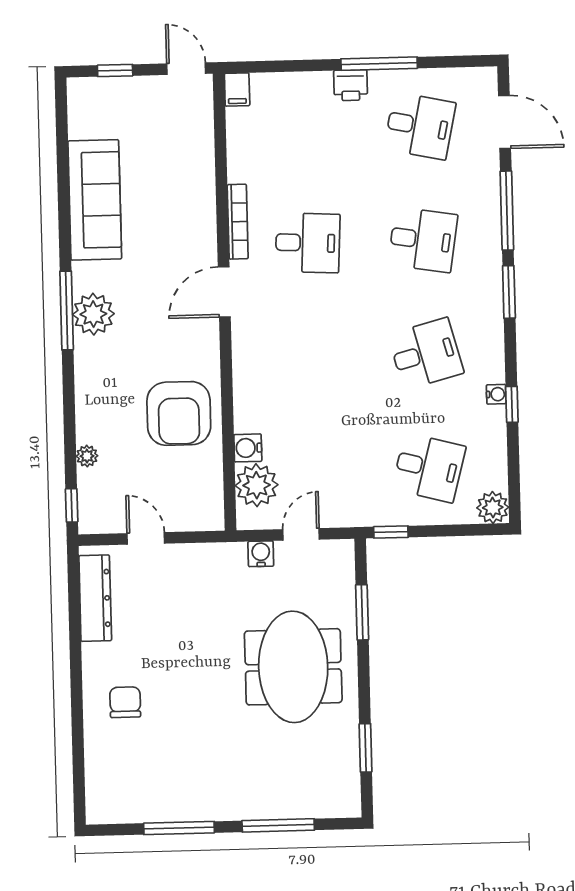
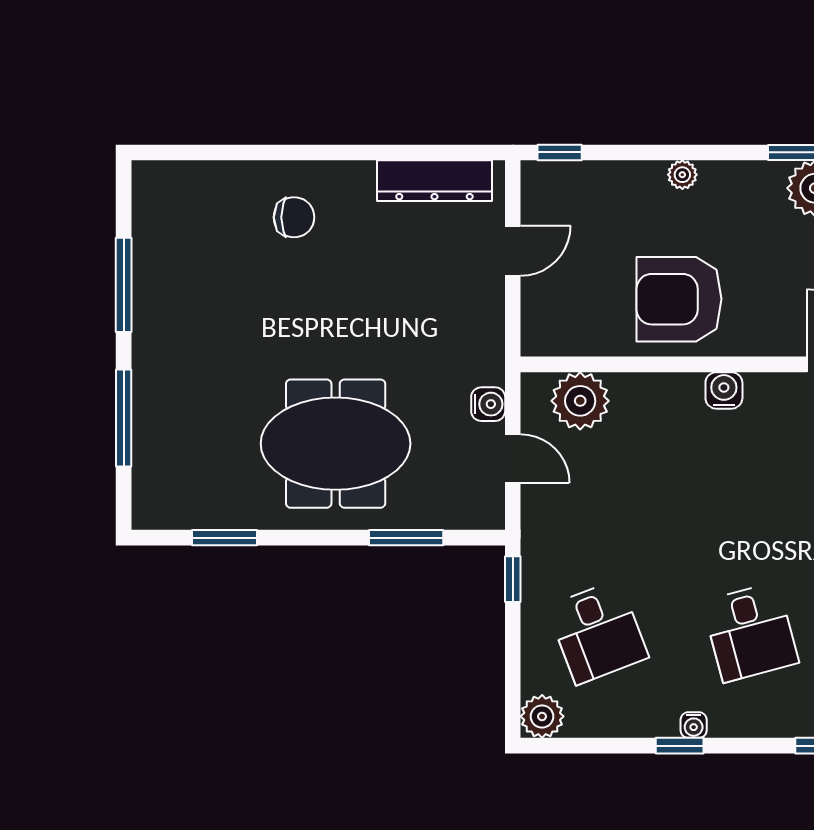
water cooler: (248, 448) -> (724, 390), moved
plant: (87, 456) -> (682, 175), moved
desk: (429, 468) -> (598, 632), turned -36

